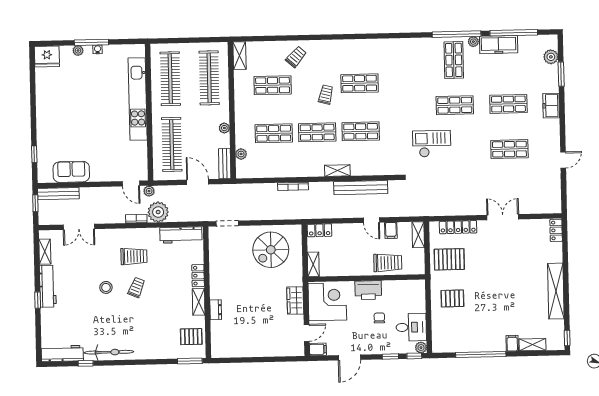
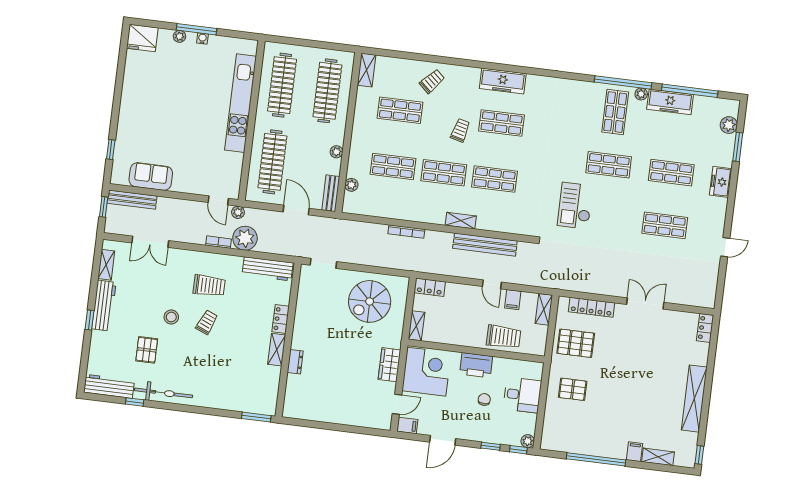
freezer: (355, 48) -> (503, 81), added
checkout: (432, 144) -> (575, 206), turned -90
desk: (411, 327) -> (522, 395), moved
pallet: (191, 337) -> (147, 350), moved, turned 90

